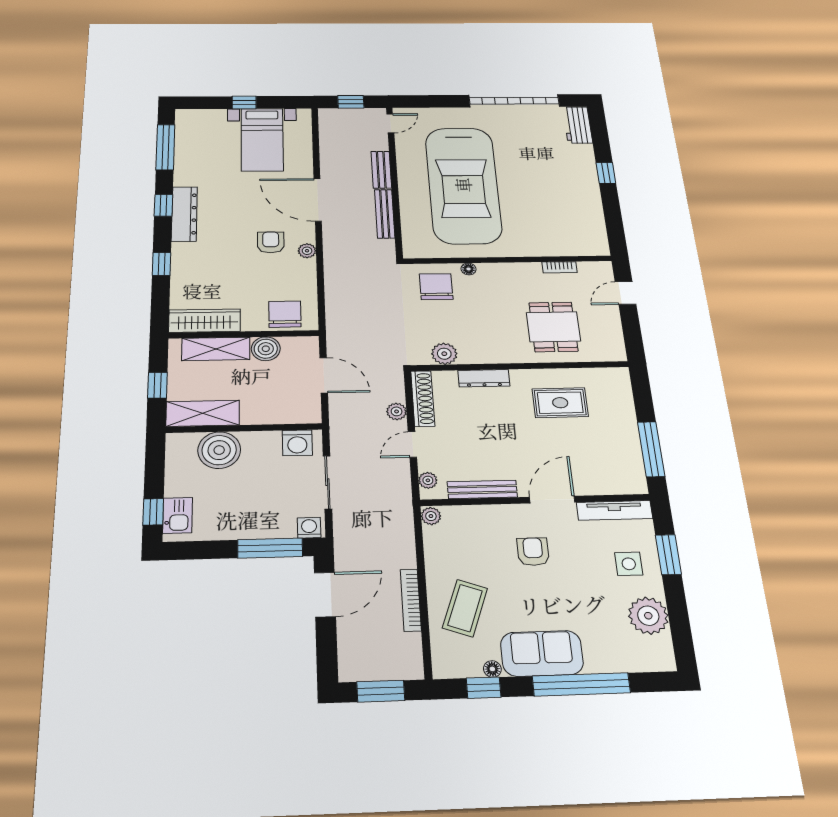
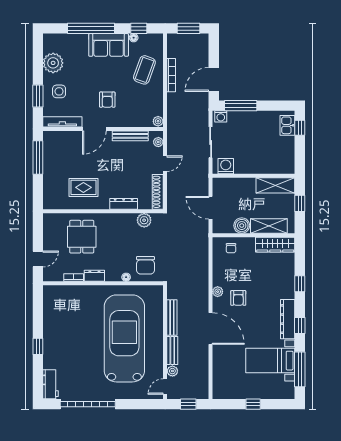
bed with nightstands: (262, 139) -> (270, 361), moved, turned -90
dresser: (524, 270) -> (94, 276), added
chair: (285, 314) -> (231, 248), width x0.54, depth x0.54
plant: (397, 411) -> (172, 371), moved
boiler: (219, 450) -> (267, 163), removed

